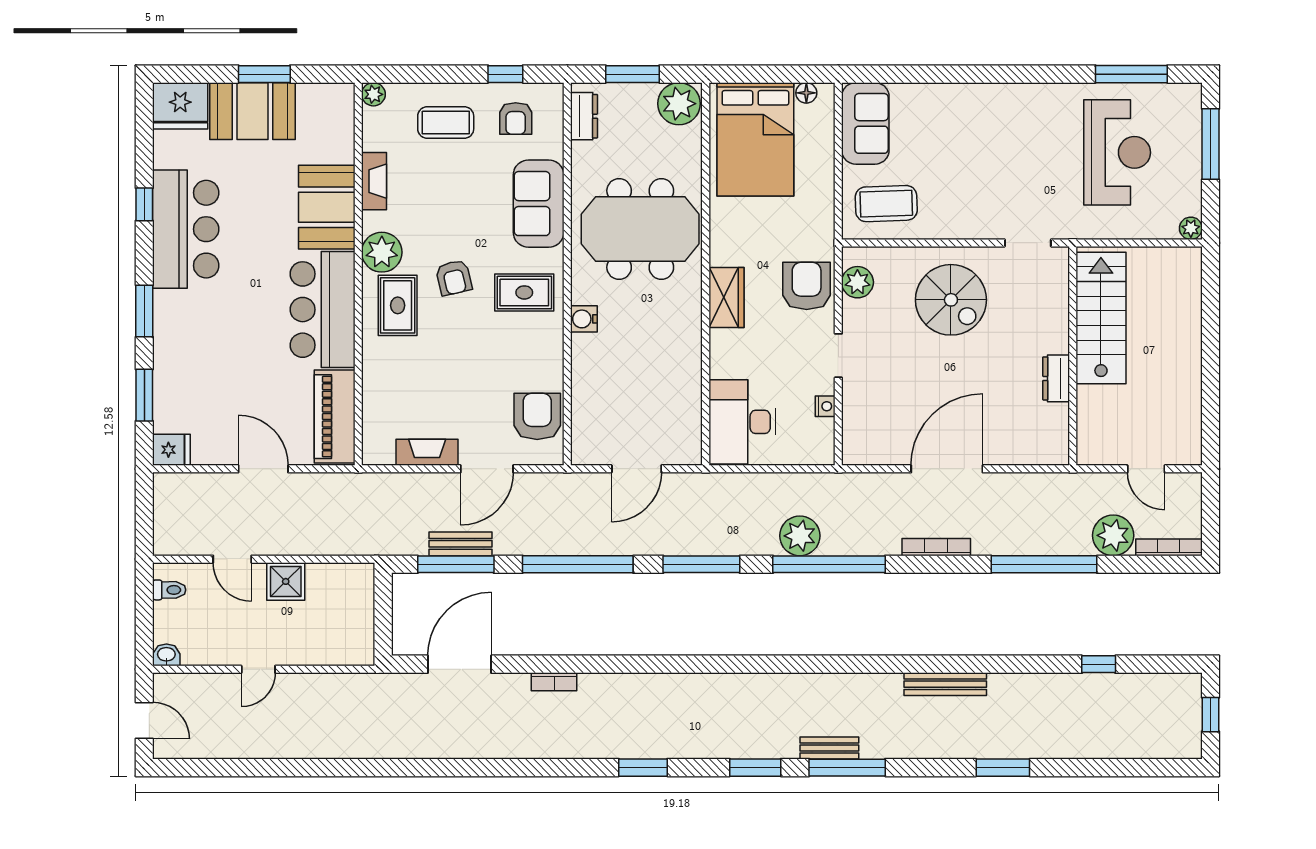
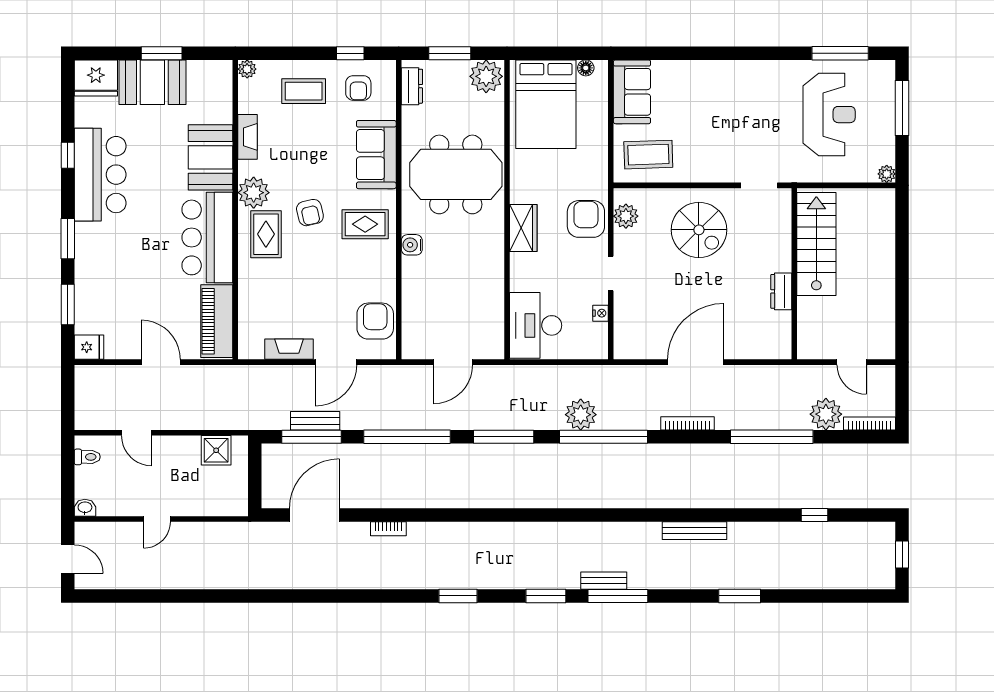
shower: (286, 581) -> (216, 450), moved

